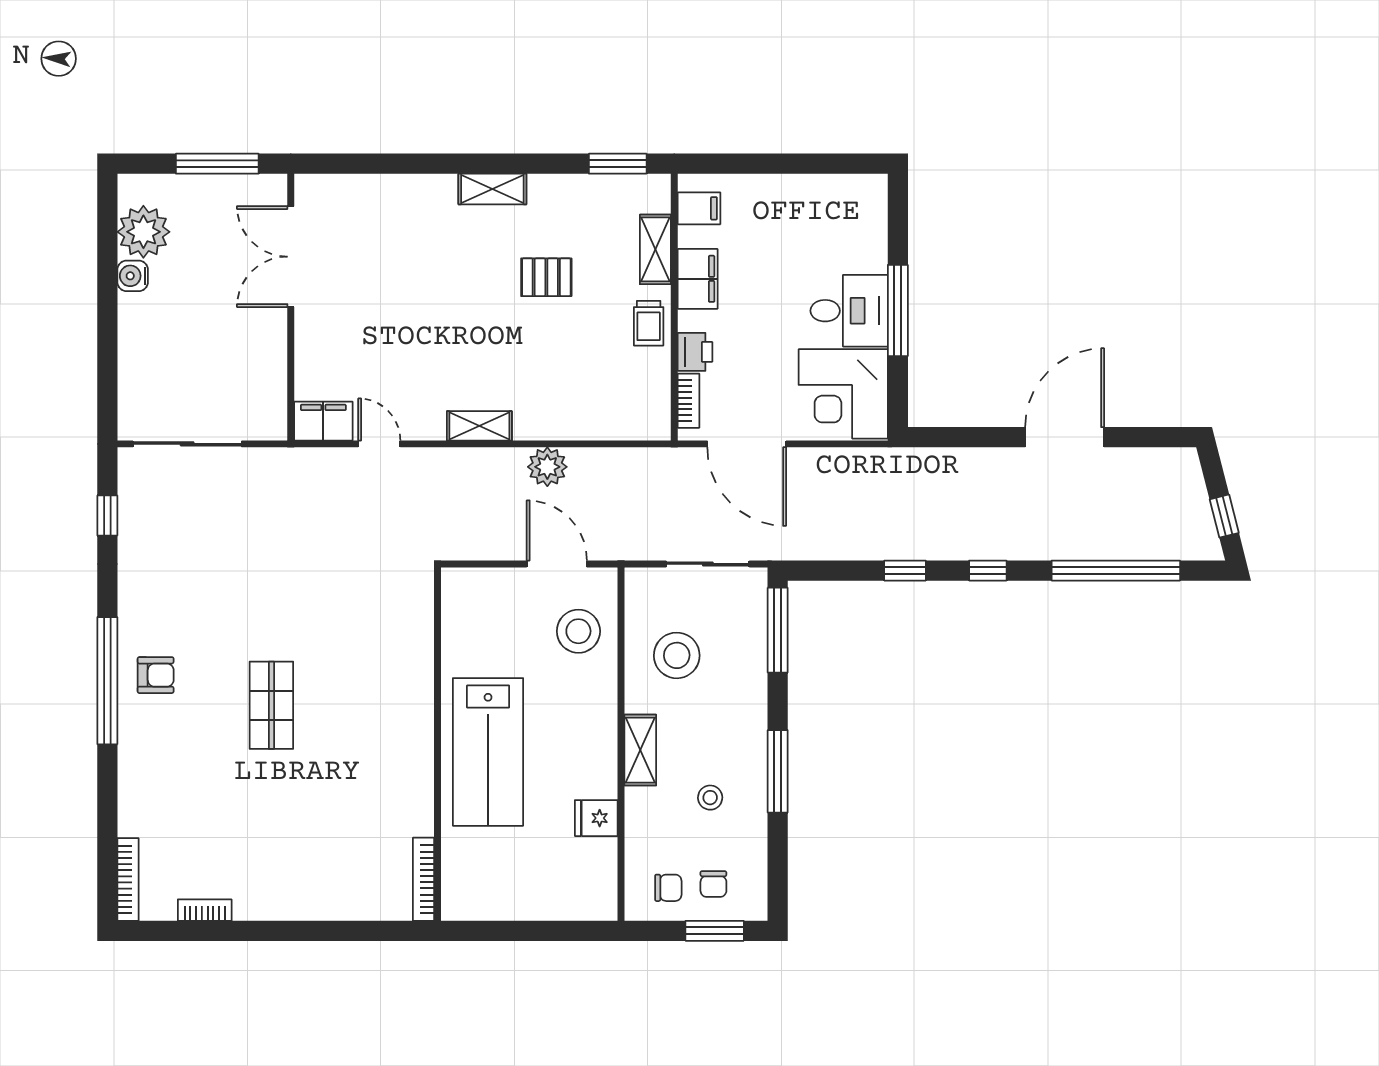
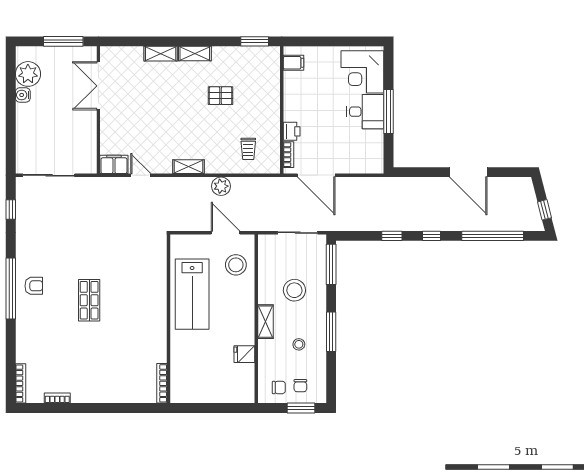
shelving: (655, 249) -> (161, 54), moved, turned 90
filing cabinet: (698, 279) -> (293, 96), removed
trolley: (649, 323) -> (248, 149), moved
corner desk: (843, 394) -> (362, 72), moved
door: (1065, 437) -> (468, 172), swing flipped
stool: (677, 655) -> (294, 290), moved
lab bench: (488, 752) -> (192, 294), moved

